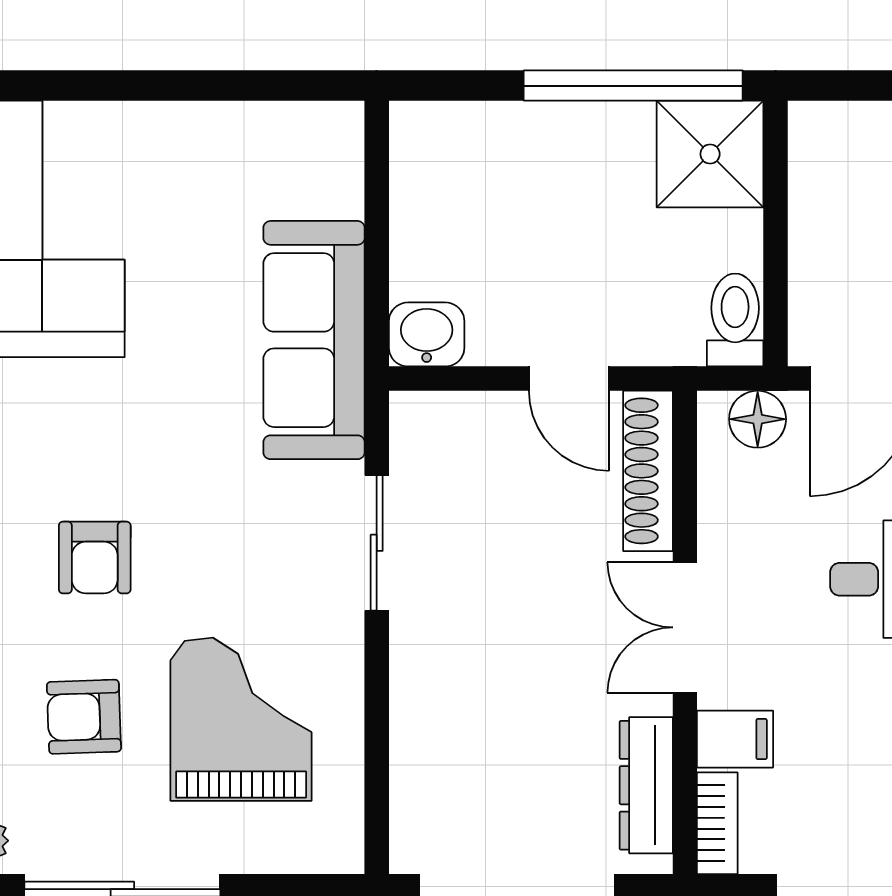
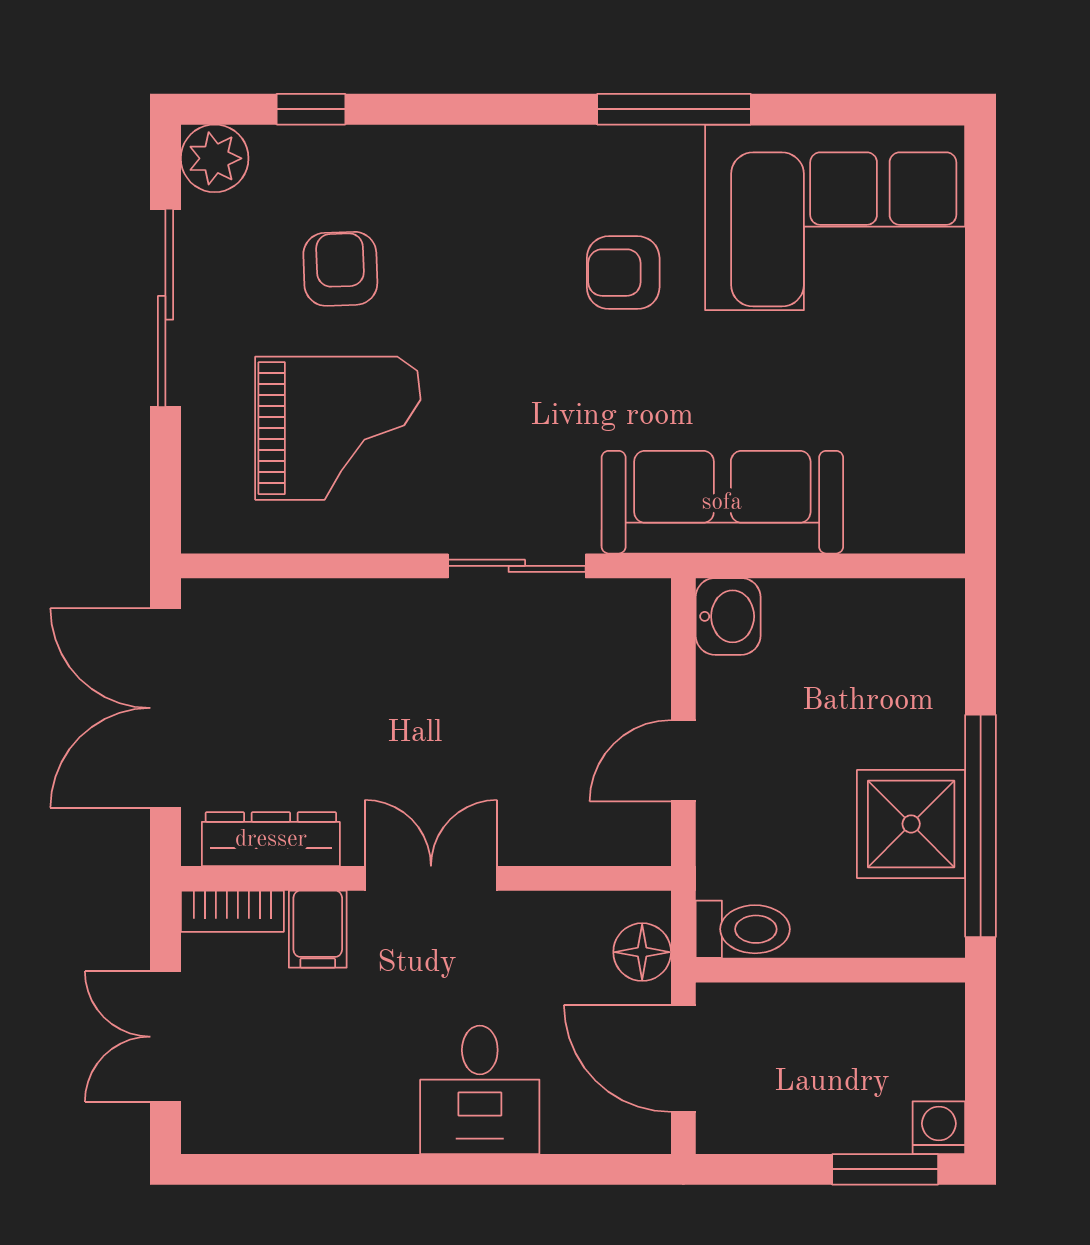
shower: (710, 154) -> (911, 824), moved
shoe rack: (648, 471) -> (590, 841), removed
armchair: (95, 557) -> (623, 273), moved

